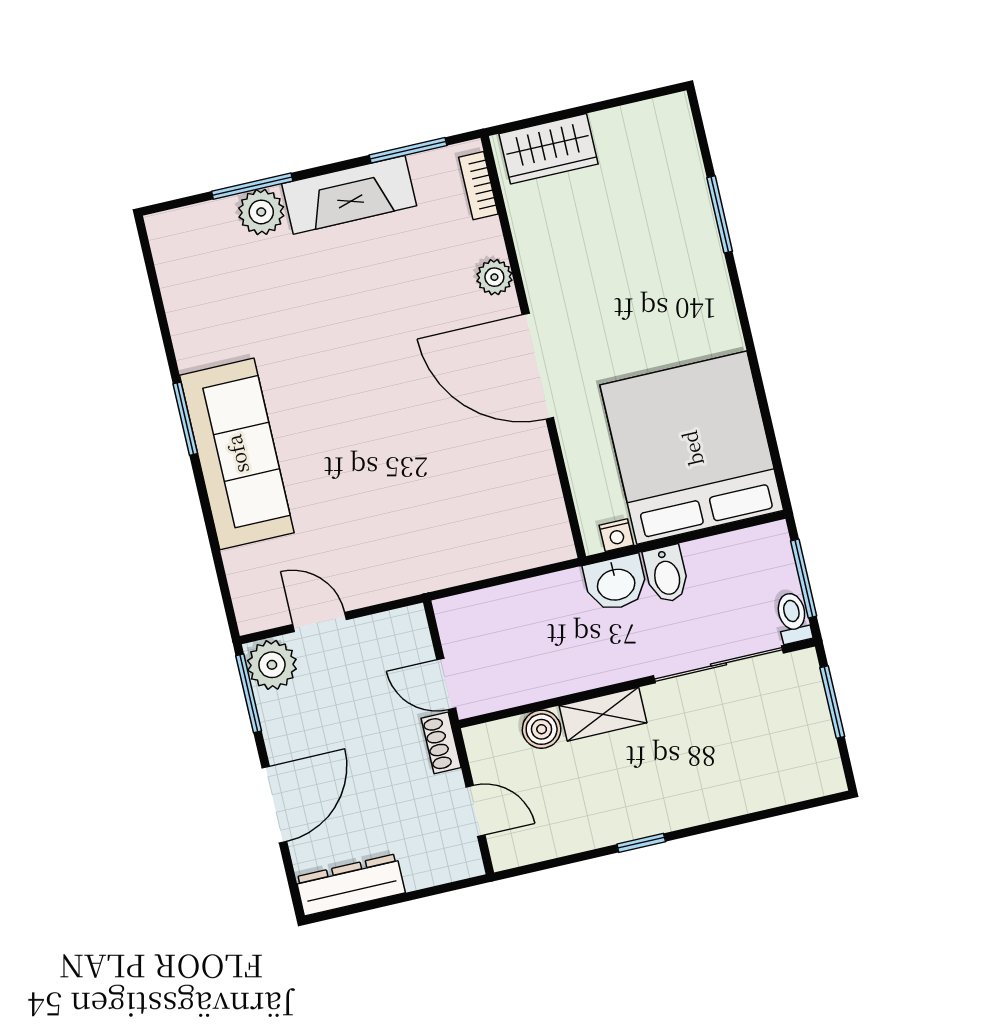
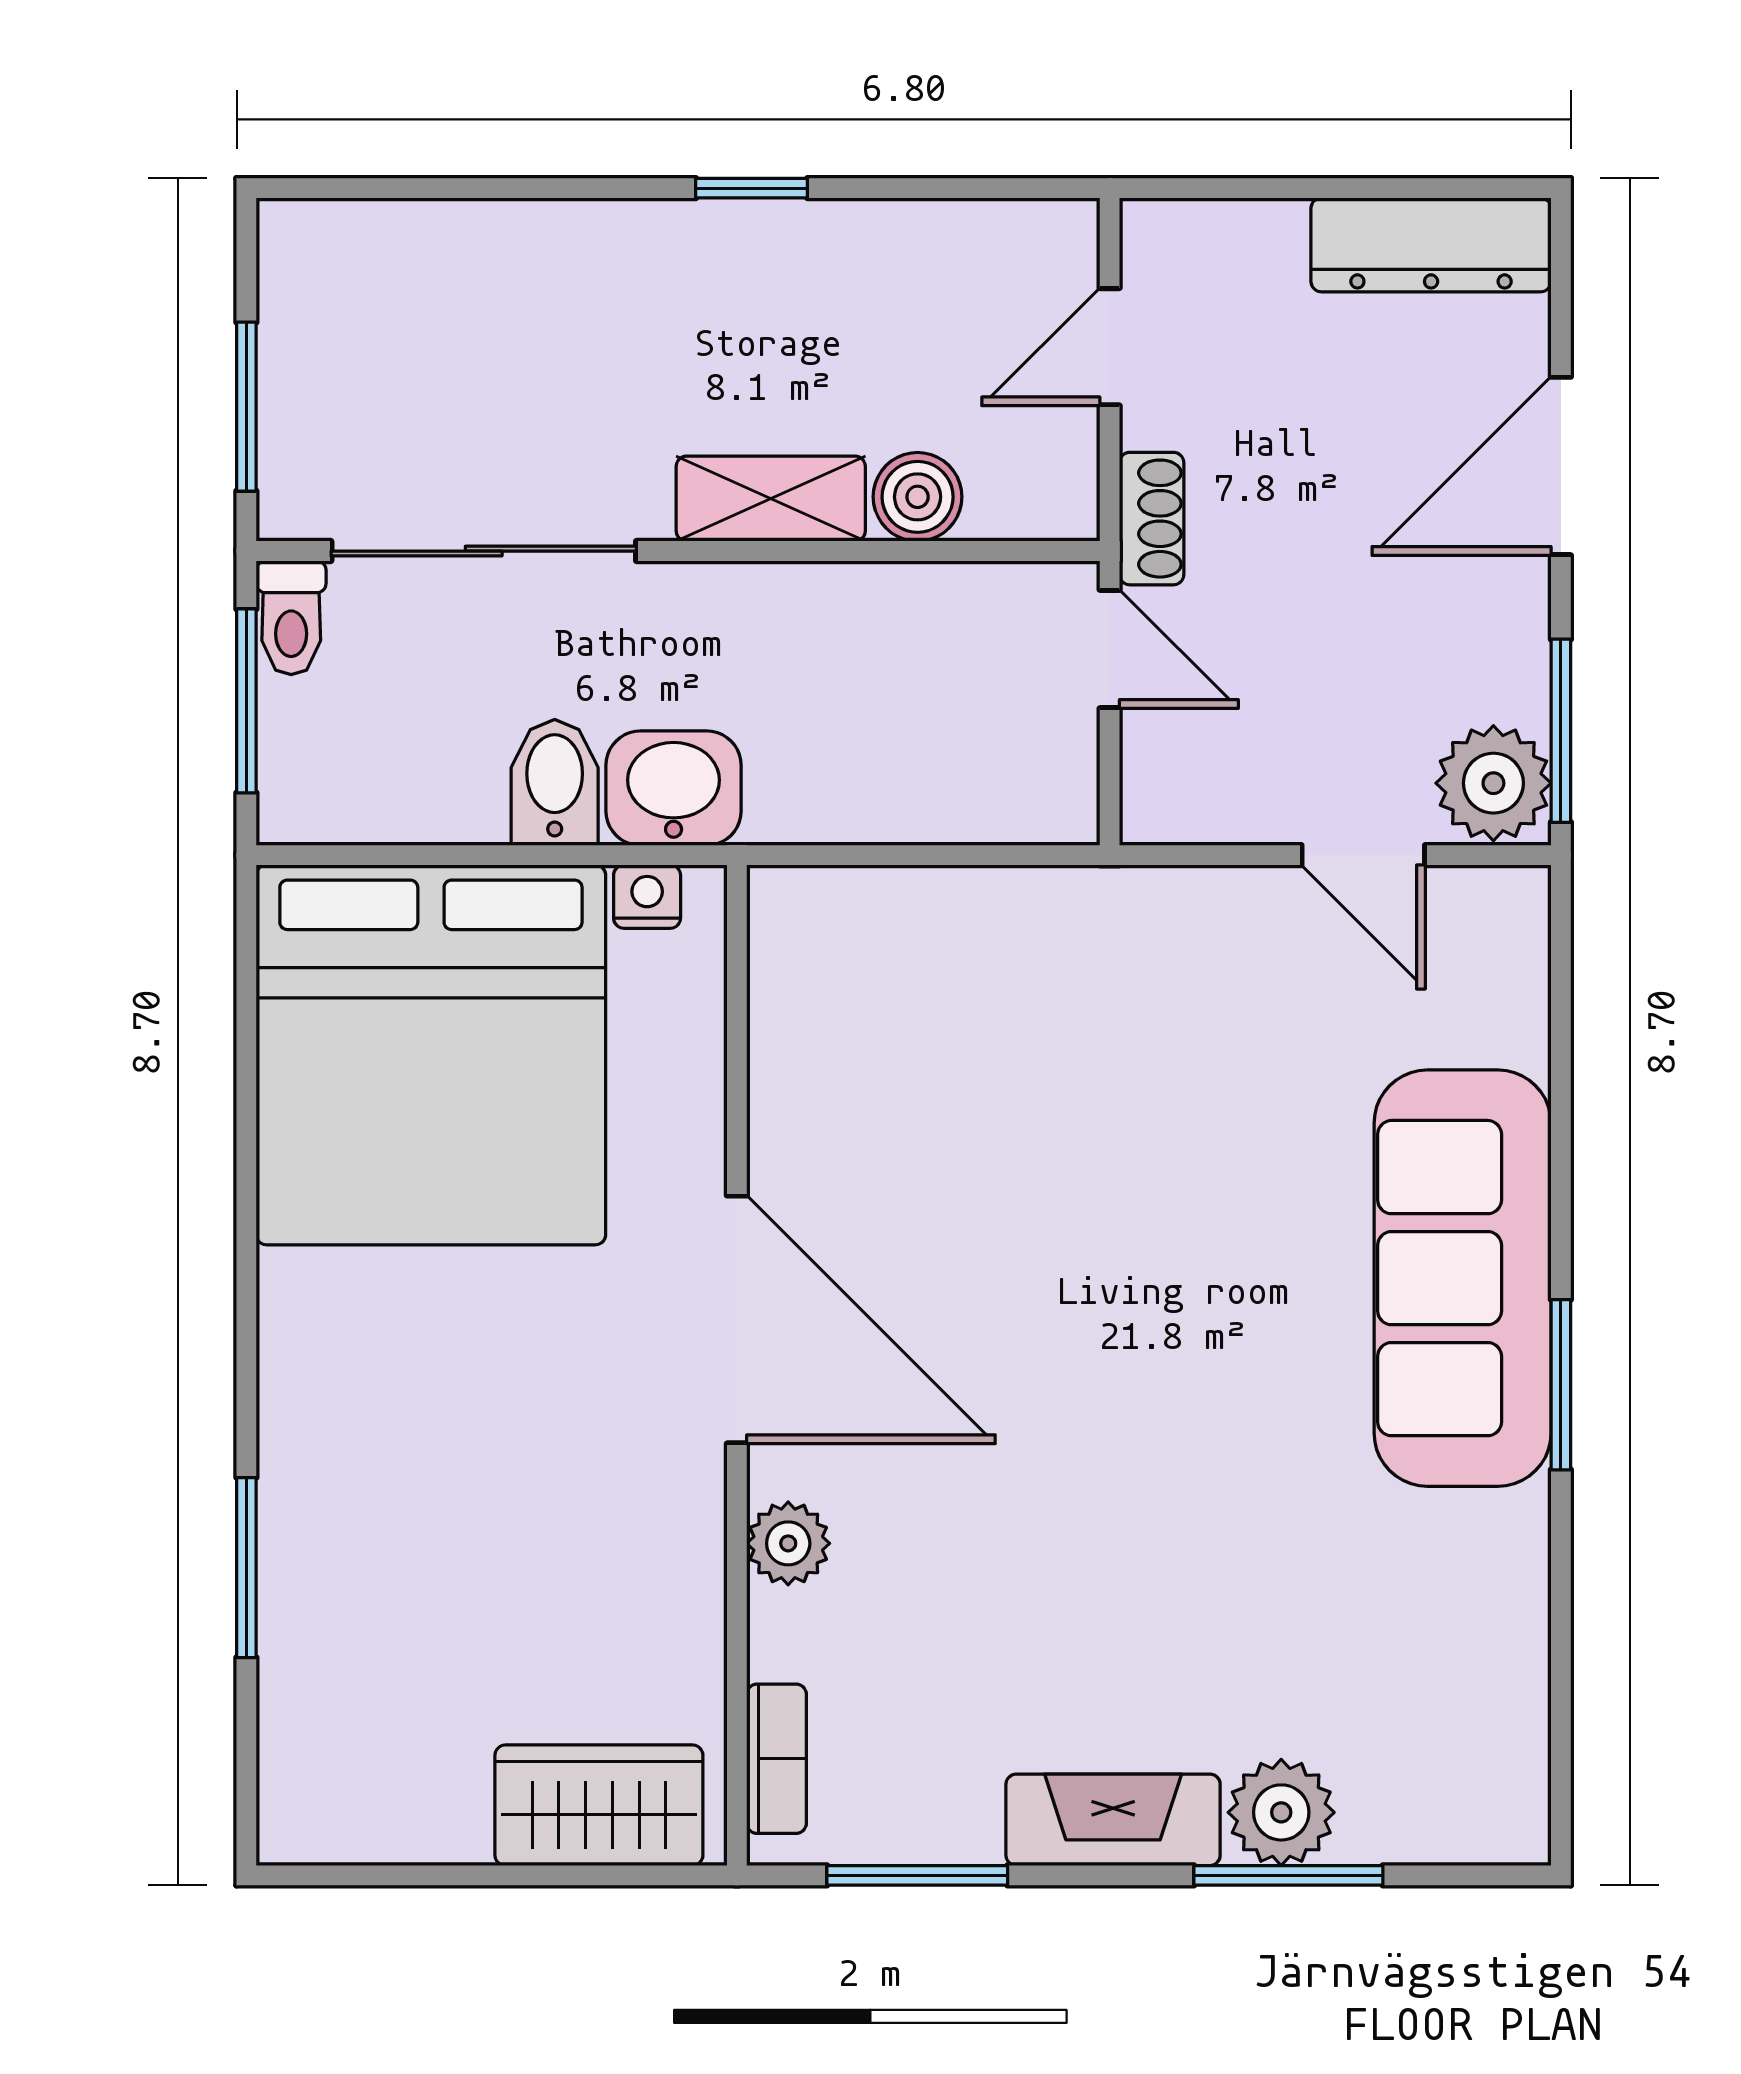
fireplace: (349, 195) -> (1113, 1820), width x0.73, depth x0.76
door: (475, 811) -> (1110, 347), hinge flipped

